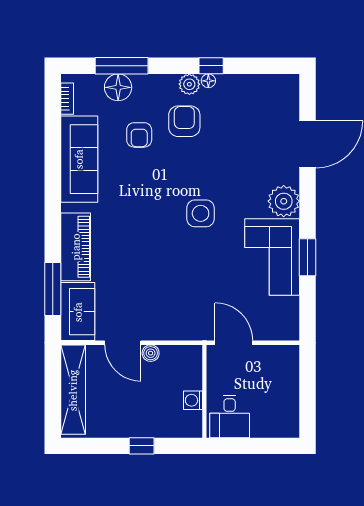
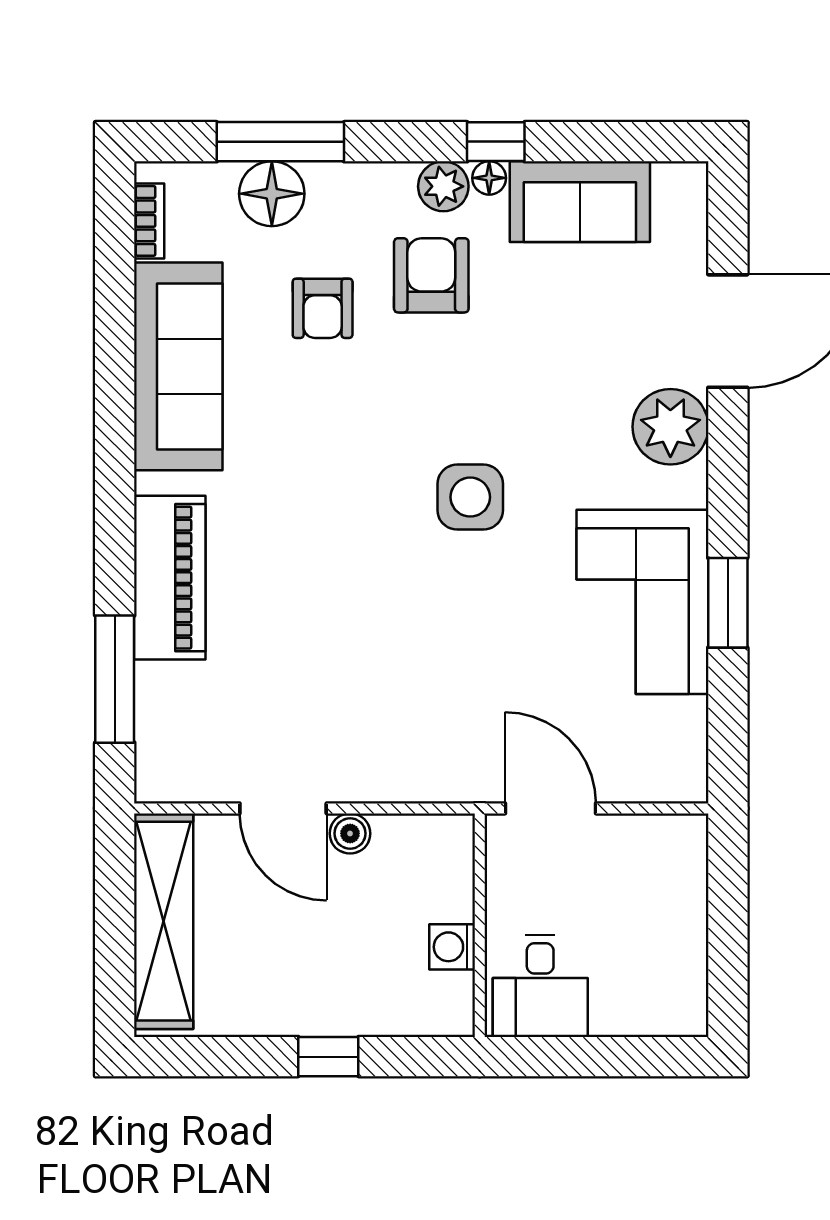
plant: (284, 201) -> (670, 427), moved
sofa: (78, 312) -> (580, 202), moved, turned 90

